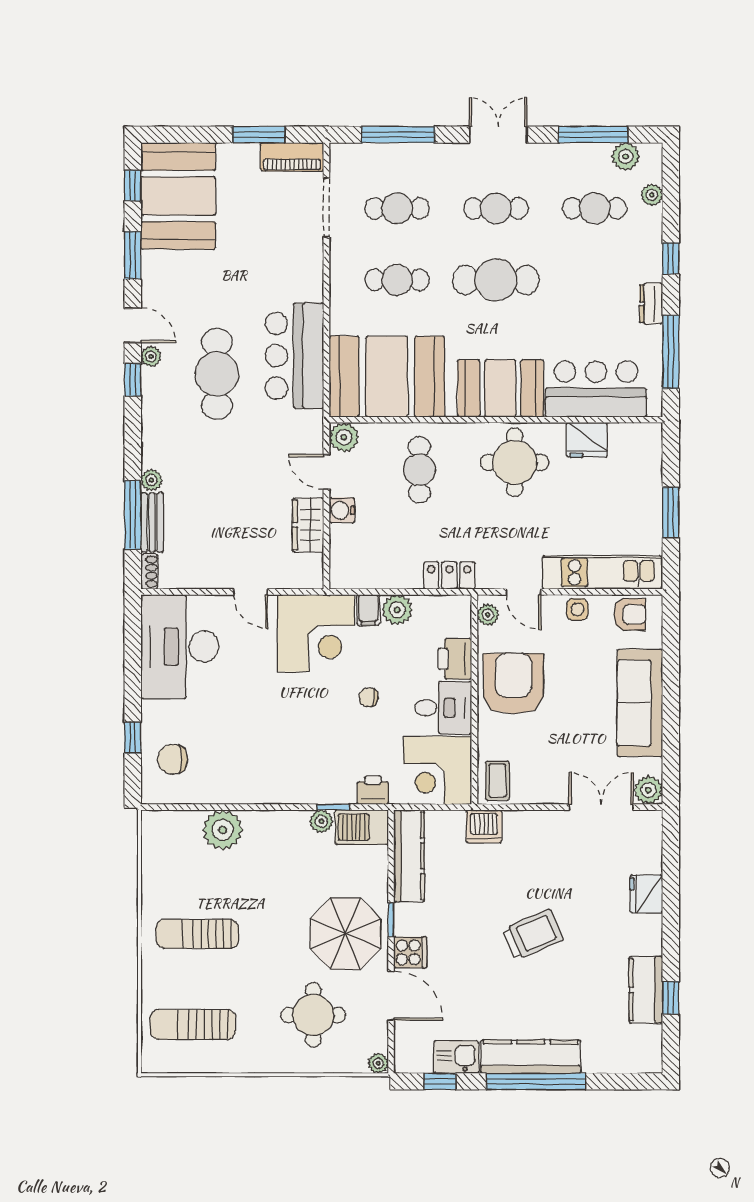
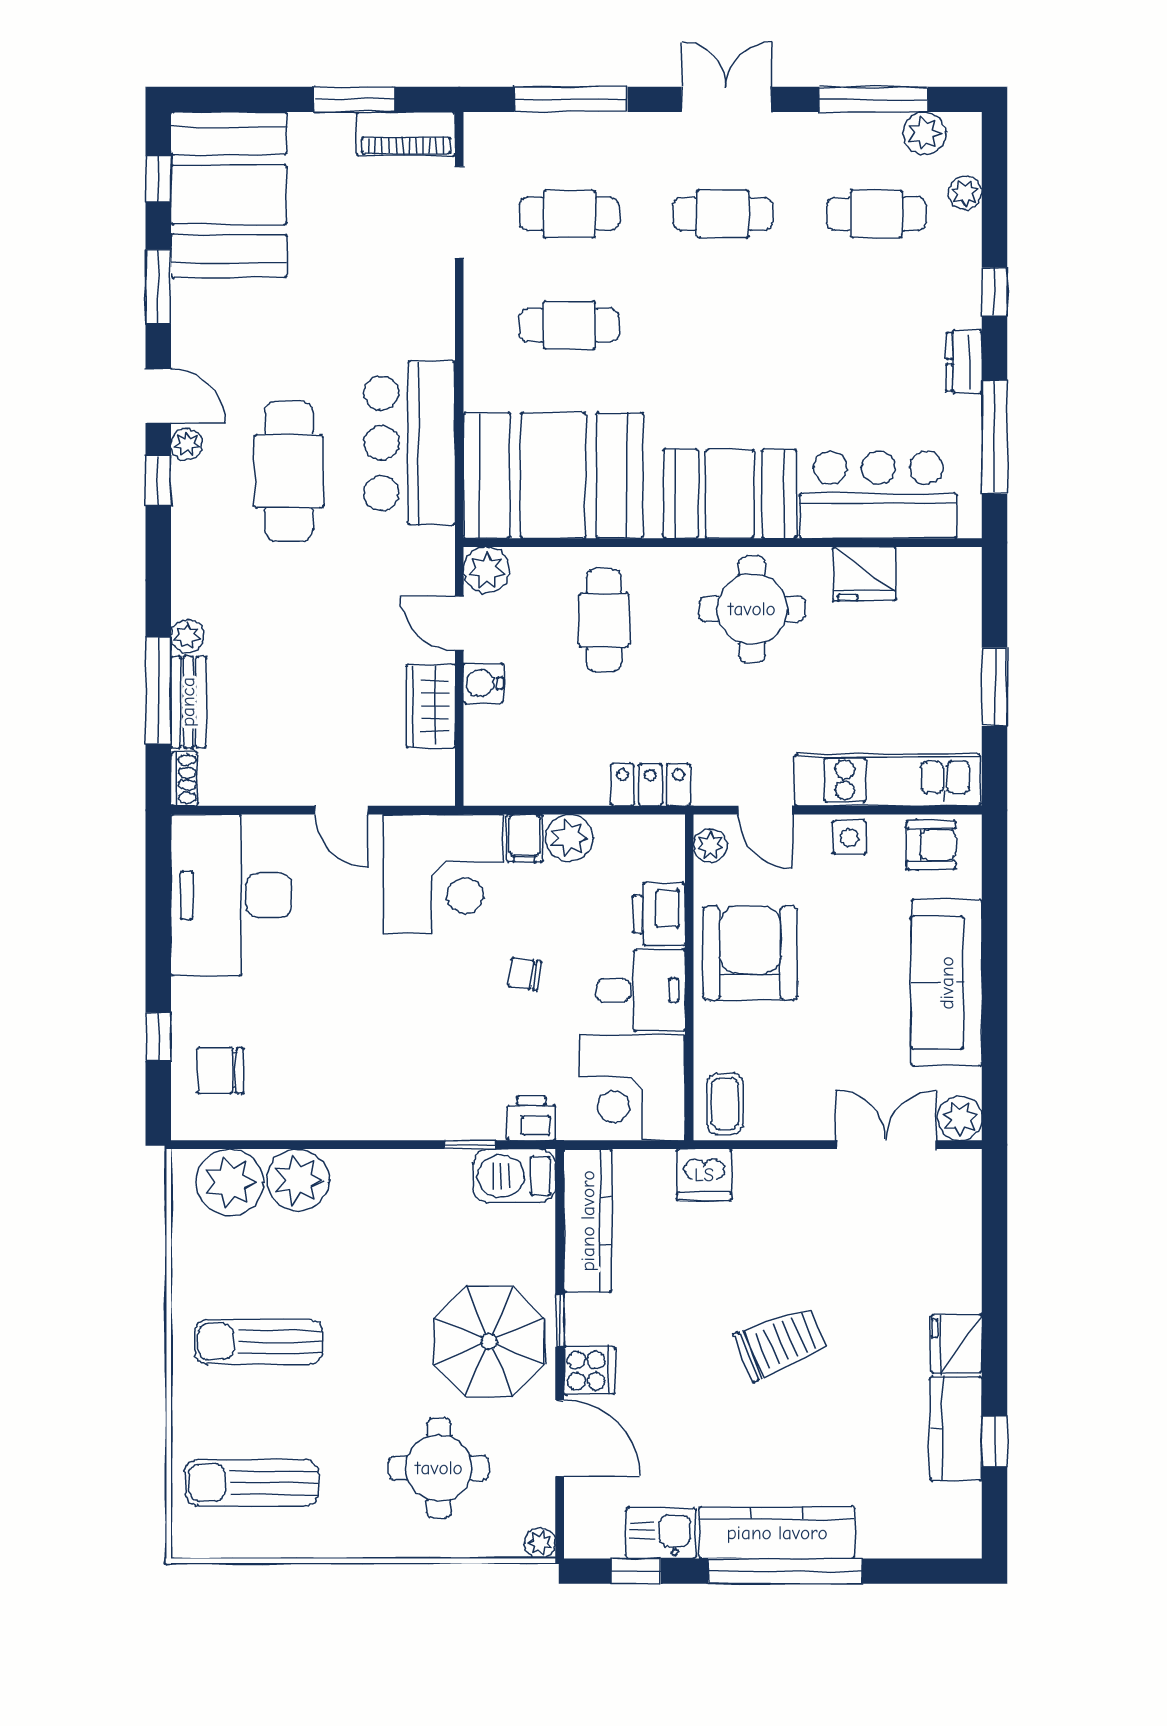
cafe table: (496, 280) -> (723, 325), removed
plant: (321, 821) -> (230, 1182), moved, width x1.87, depth x1.87
fridge: (646, 894) -> (957, 1344), moved

